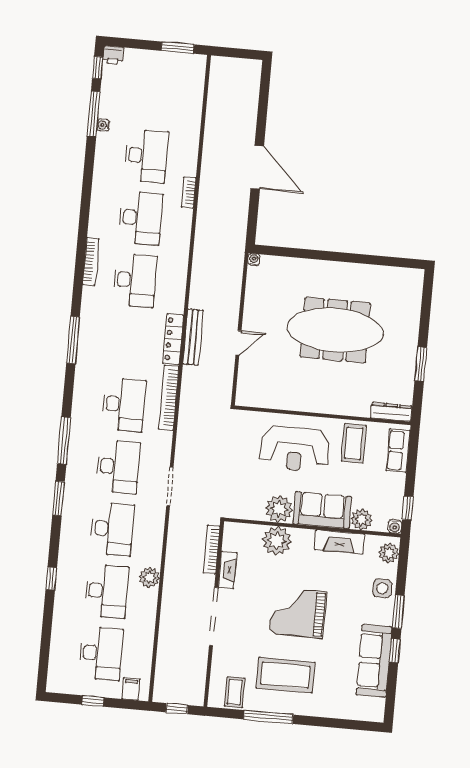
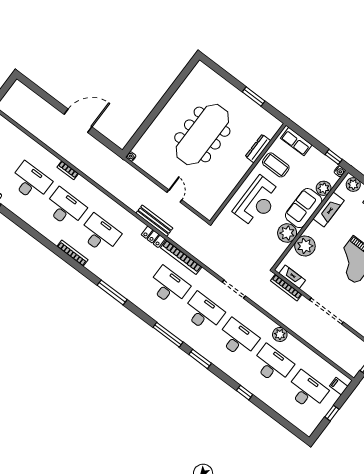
locker: (173, 339) -> (153, 237), width x0.66
dresser: (391, 412) -> (258, 149), moved
fireplace: (227, 570) -> (292, 277), moved

